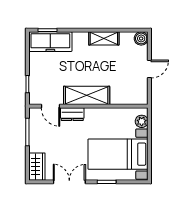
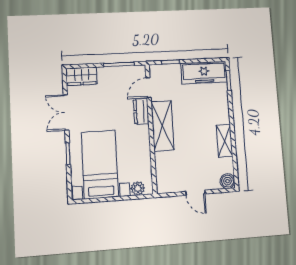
freezer: (50, 42) -> (204, 73), moved, turned -90
double door: (69, 182) -> (66, 112), swing flipped

